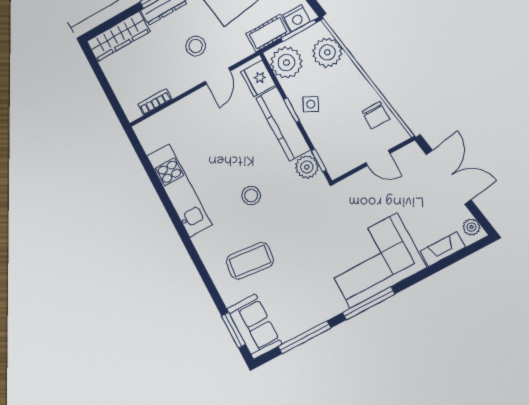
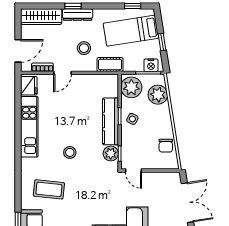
cot: (268, 33) -> (110, 65), moved
door: (218, 76) -> (62, 73), moved
fridge: (258, 78) -> (29, 86), moved, turned 180
door: (112, 98) -> (18, 51), added
door: (378, 158) -> (133, 170), moved

